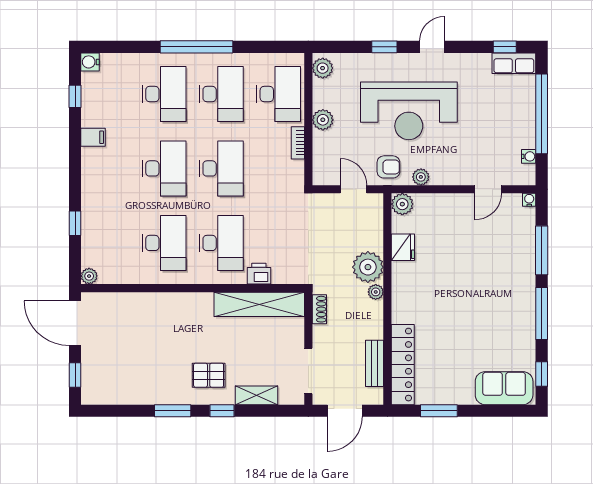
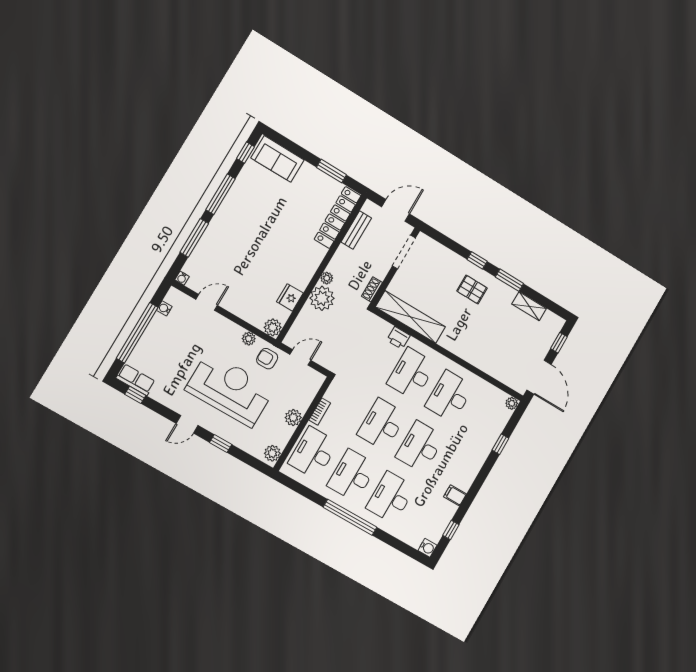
door: (354, 189) -> (300, 357), swing flipped
shelving: (257, 395) -> (529, 306), moved

